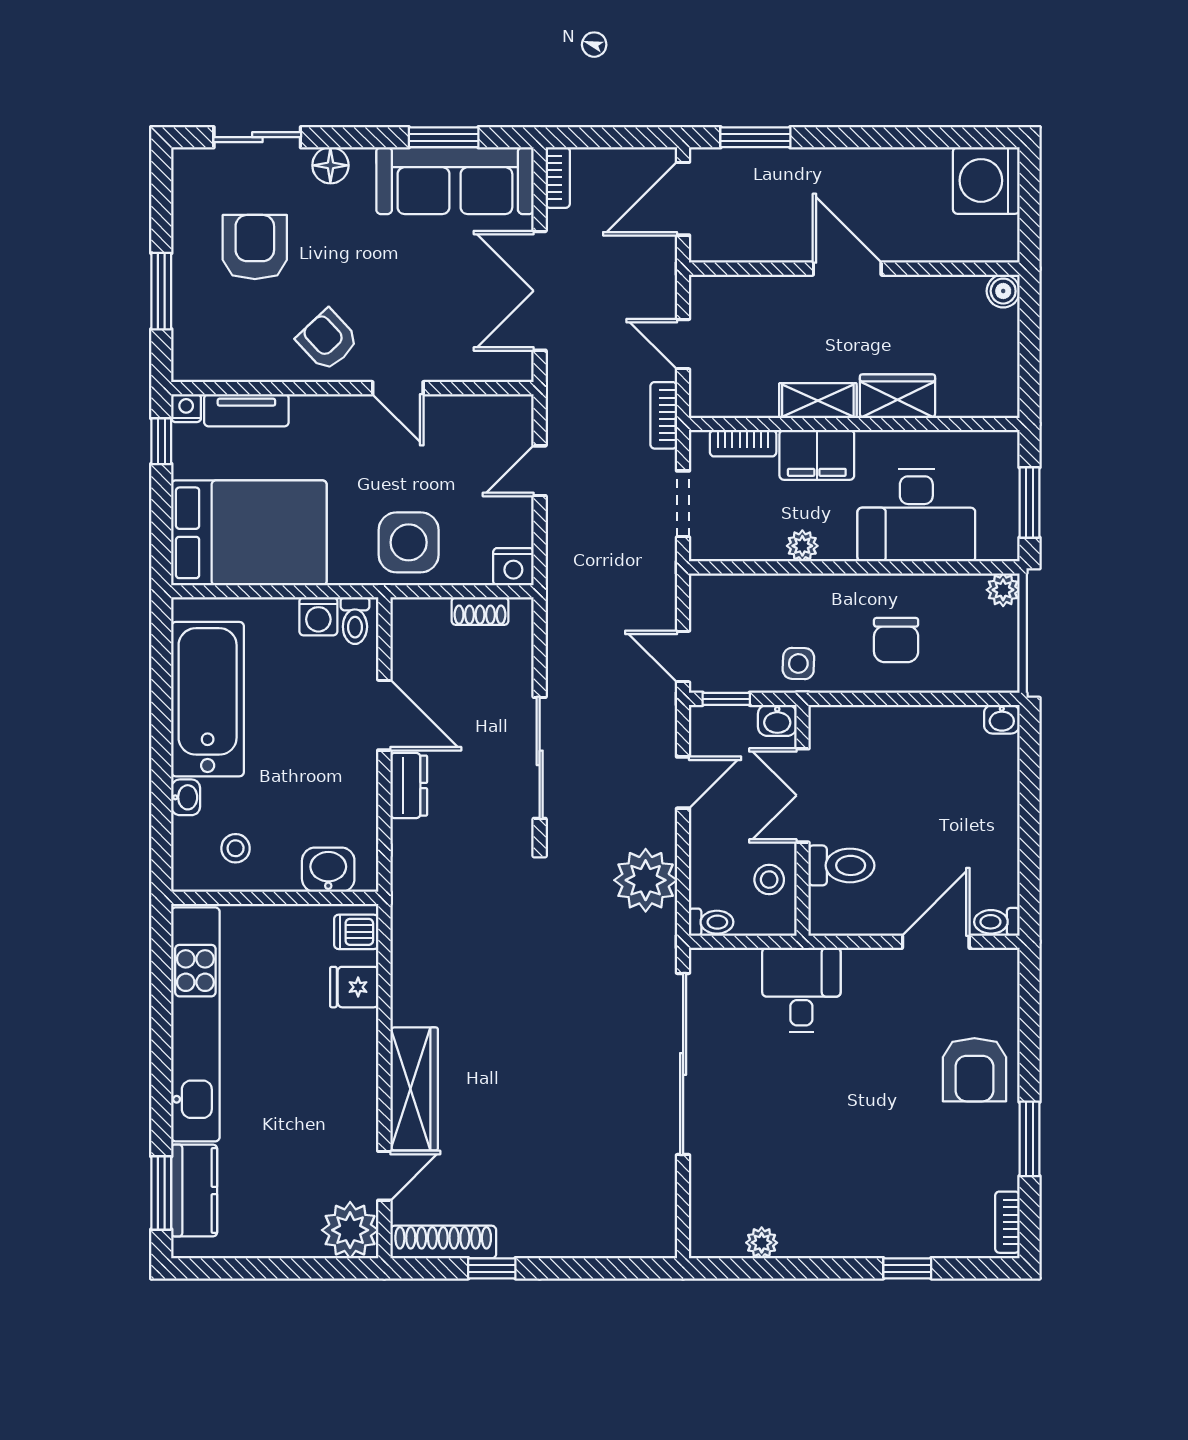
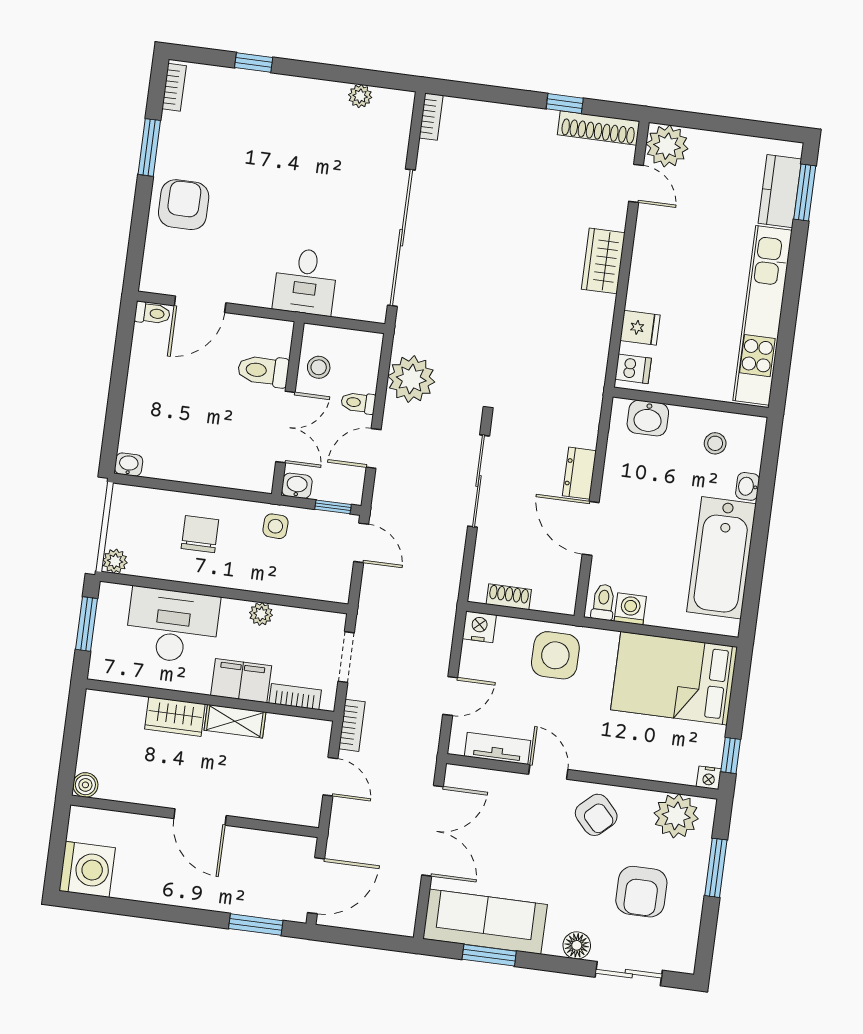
bookcase: (558, 177) -> (431, 117), moved, turned 180
plant: (222, 352) -> (676, 816), added
tv unit: (246, 410) -> (497, 748), moved
toilet: (711, 922) -> (358, 403), moved
wardrobe: (414, 1089) -> (603, 261), width x0.67
door: (384, 1176) -> (636, 183), swing flipped

